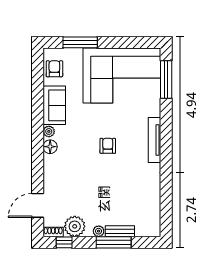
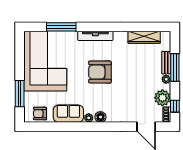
window: (166, 79) -> (61, 27), moved
armchair: (108, 146) -> (100, 72), width x1.88, depth x1.88
wardrobe: (153, 203) -> (144, 37), added

